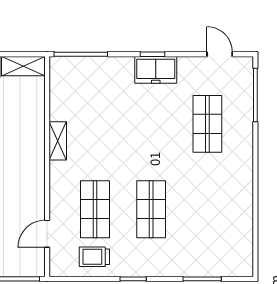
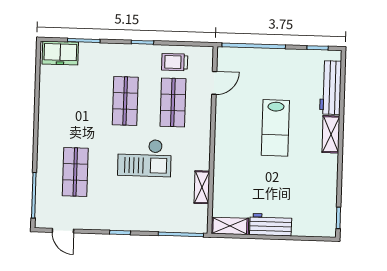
freezer: (156, 70) -> (60, 53), moved, turned 180
shelving: (58, 141) -> (202, 187), moved
checkout: (126, 143) -> (145, 158), added
trolley: (94, 257) -> (175, 62), turned 180

